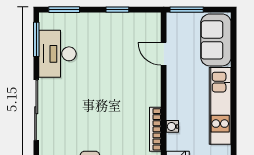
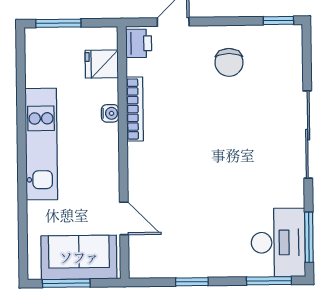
window: (187, 10) -> (66, 283), moved
sofa: (216, 40) -> (79, 257), moved, turned -90
desk: (57, 54) -> (278, 243), moved

